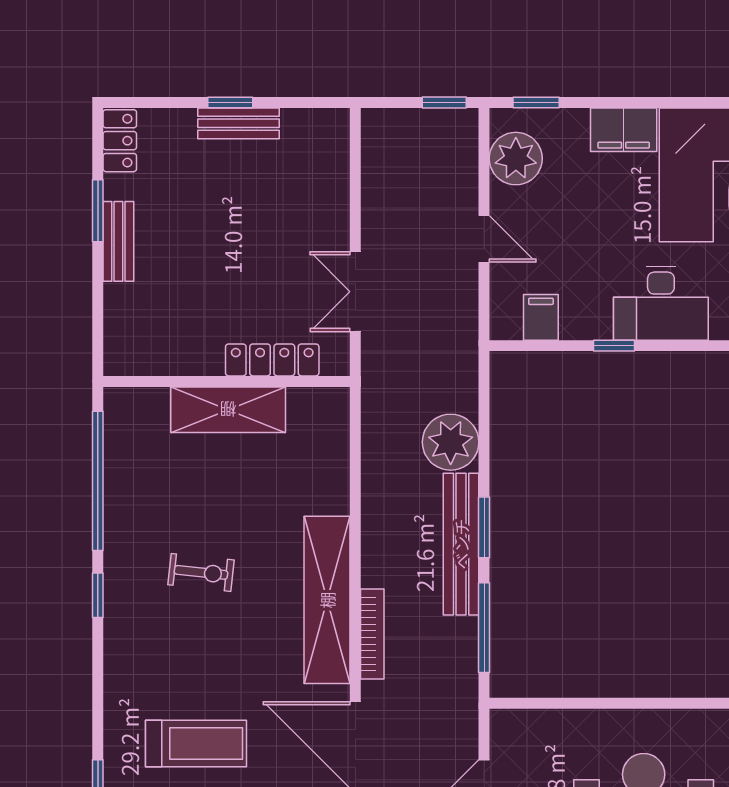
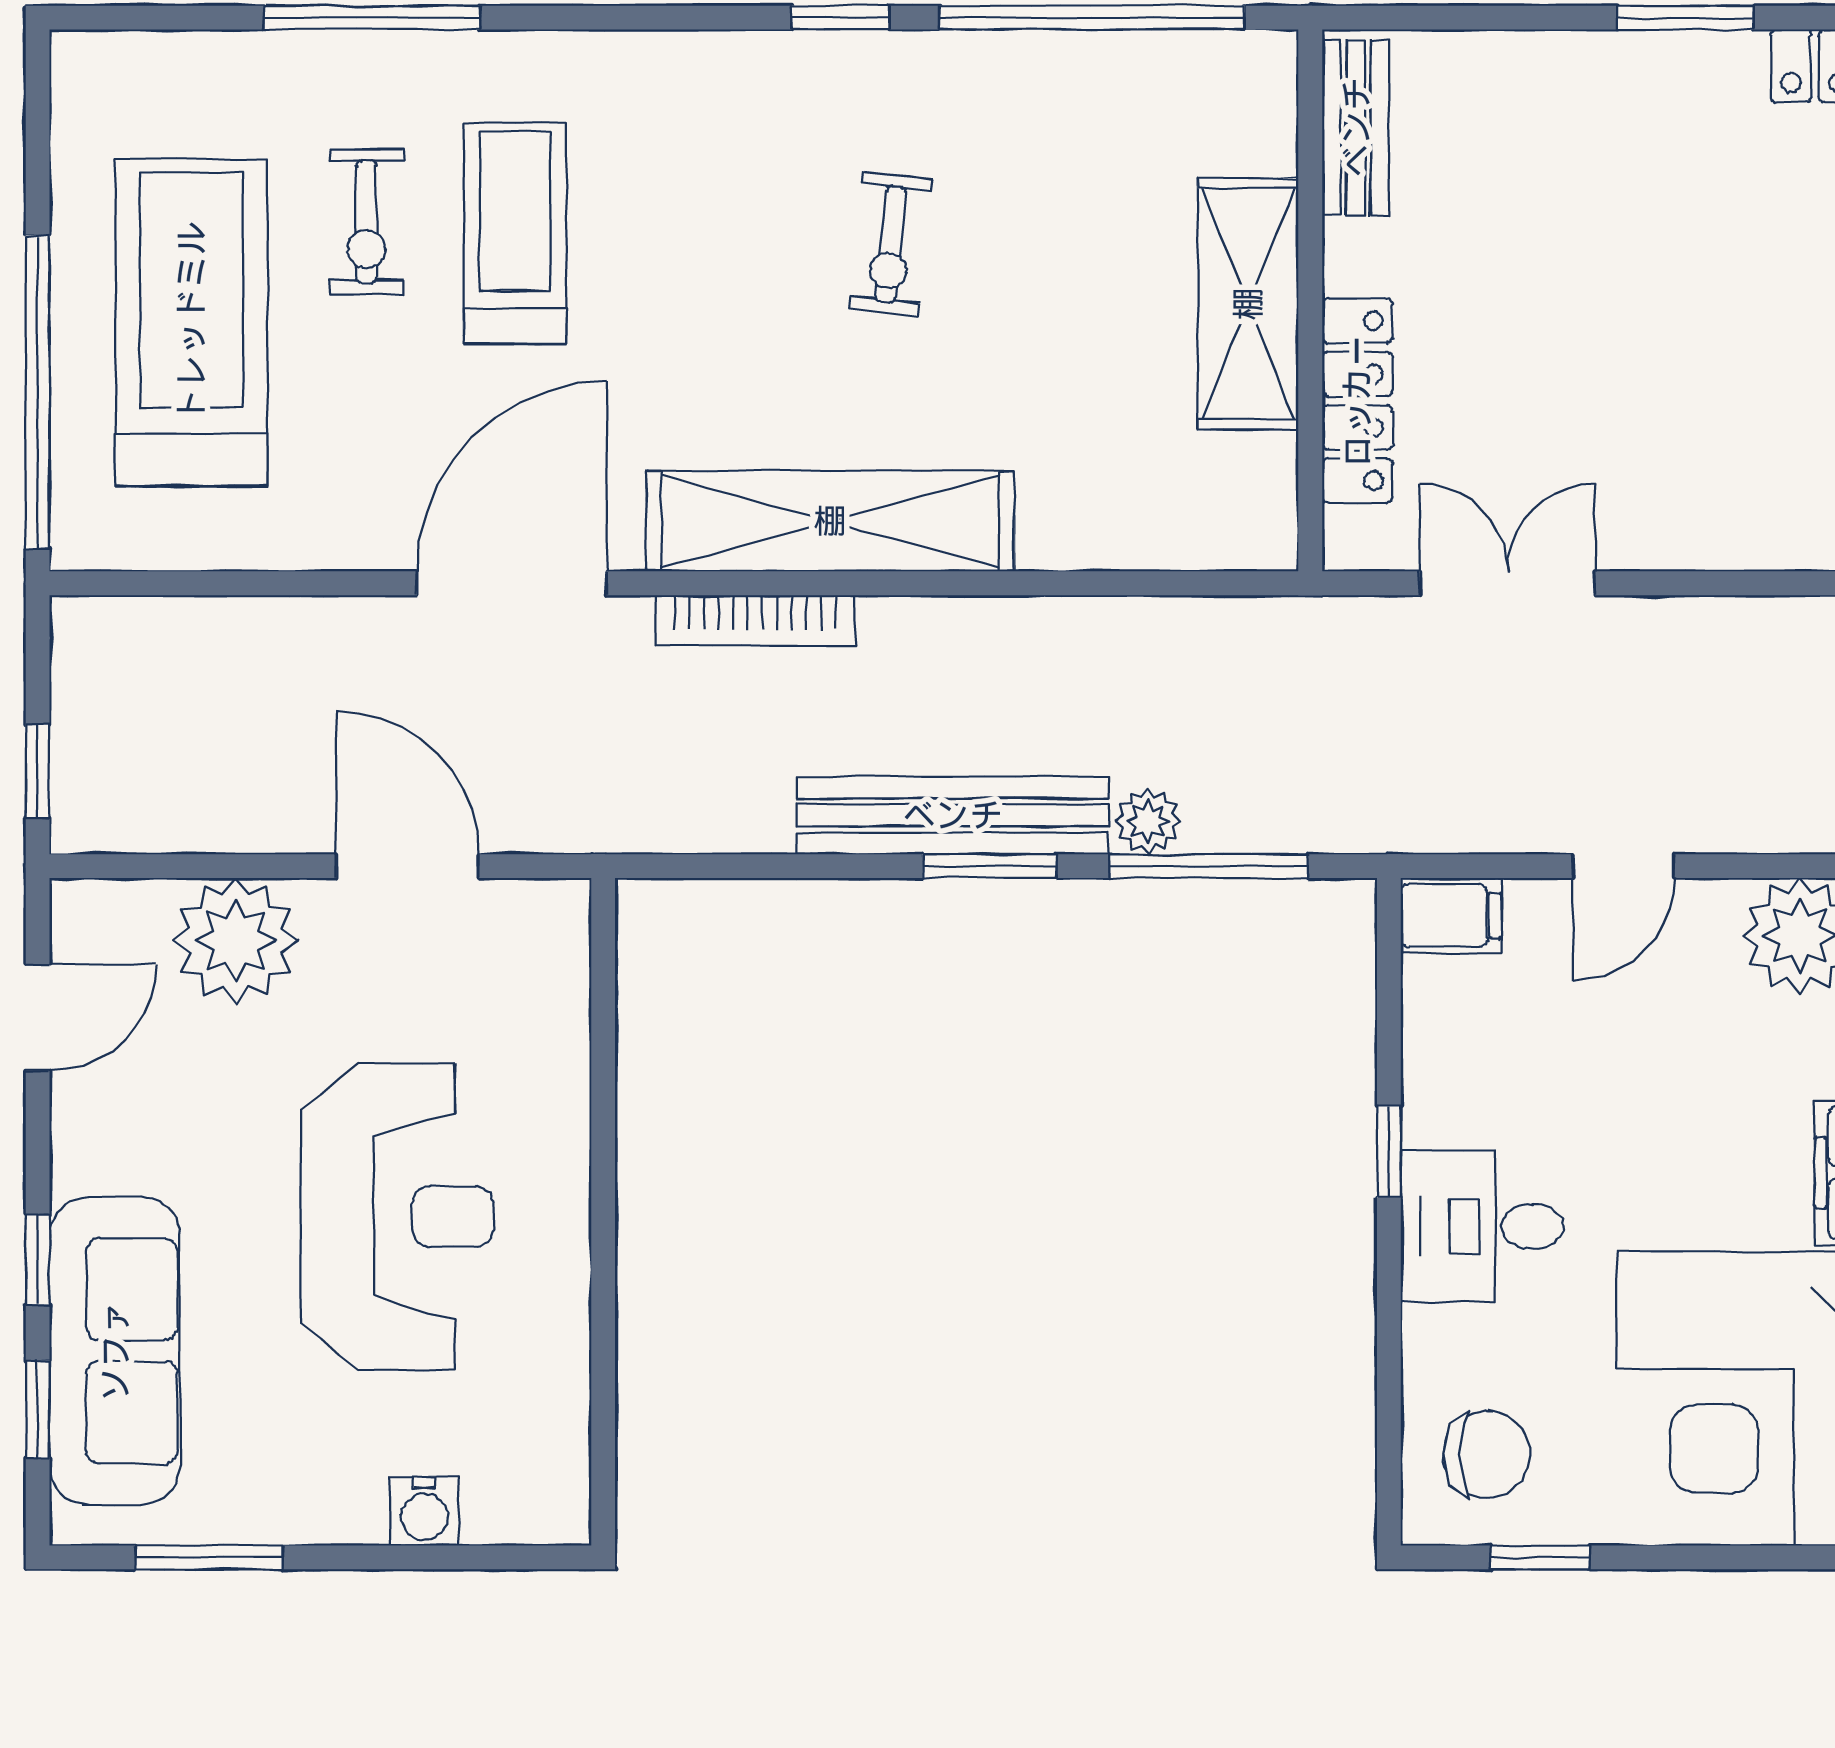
bench: (118, 241) -> (1356, 127), moved, turned 90
desk: (661, 303) -> (1482, 1226), width x0.73
filing cabinet: (541, 317) -> (1451, 916), moved
plant: (451, 442) -> (1148, 821), width x0.53, depth x0.53
window: (484, 628) -> (1209, 866), moved
treadmill: (196, 743) -> (515, 233), turned 180

